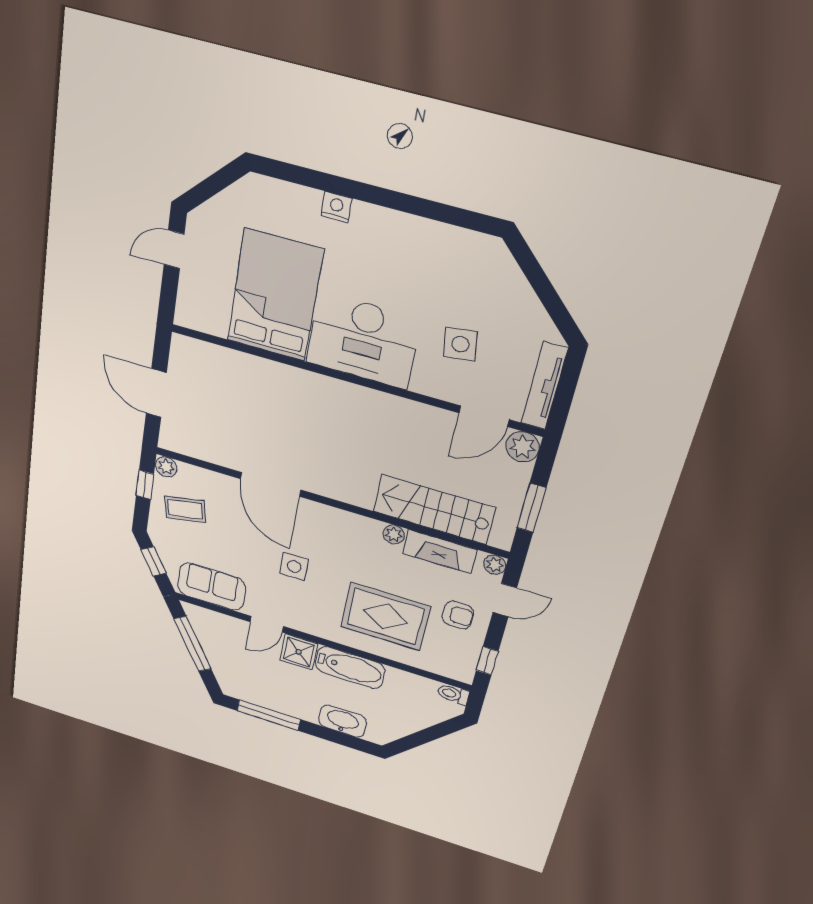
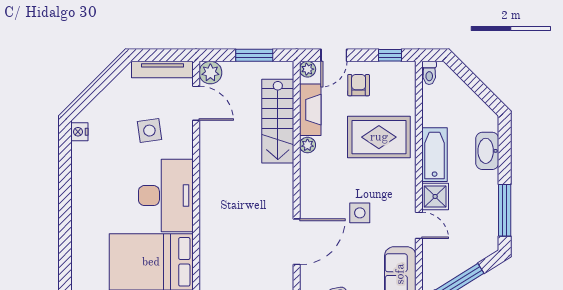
nightstand: (336, 207) -> (79, 132), moved
door: (505, 600) -> (334, 55), swing flipped
rug: (385, 617) -> (379, 137), turned 90

